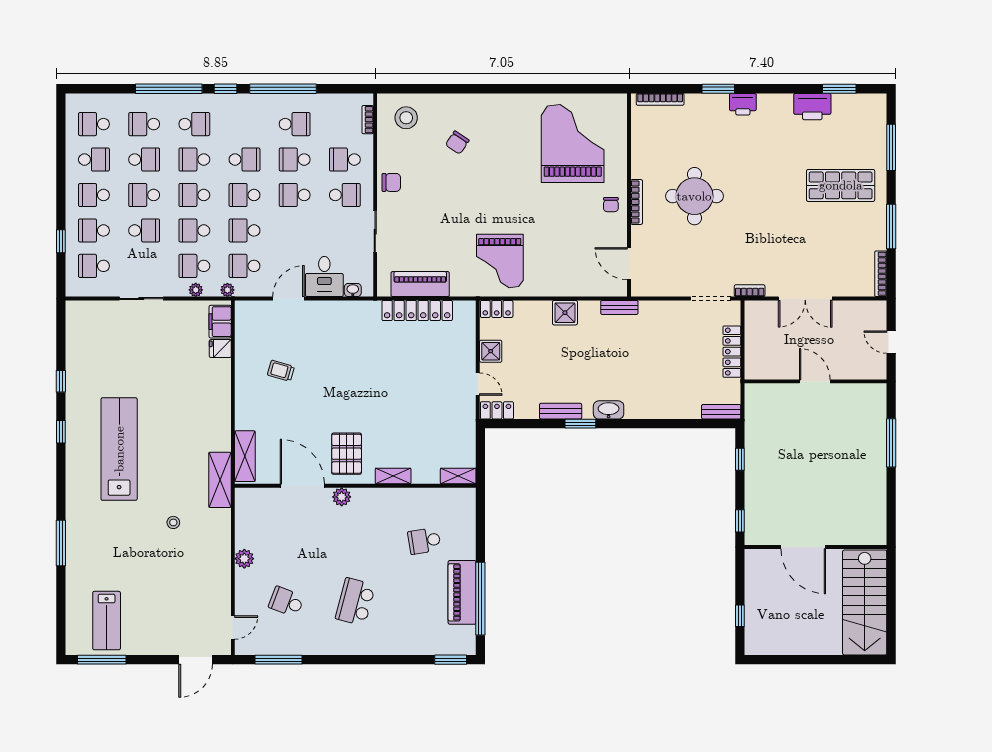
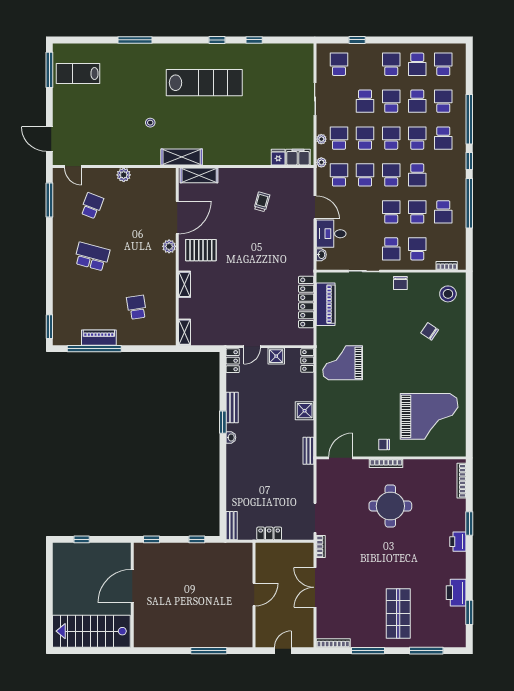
school desk: (94, 230) -> (365, 64), removed
locker: (732, 352) -> (269, 533), width x0.66
washbasin: (609, 410) -> (231, 437), width x0.52, depth x0.69
piano: (462, 592) -> (99, 338), width x0.73, depth x0.75

